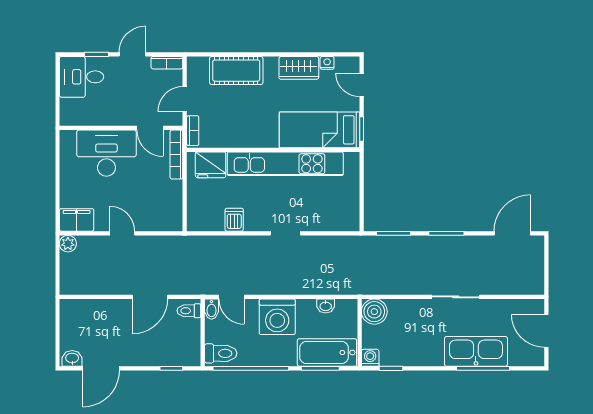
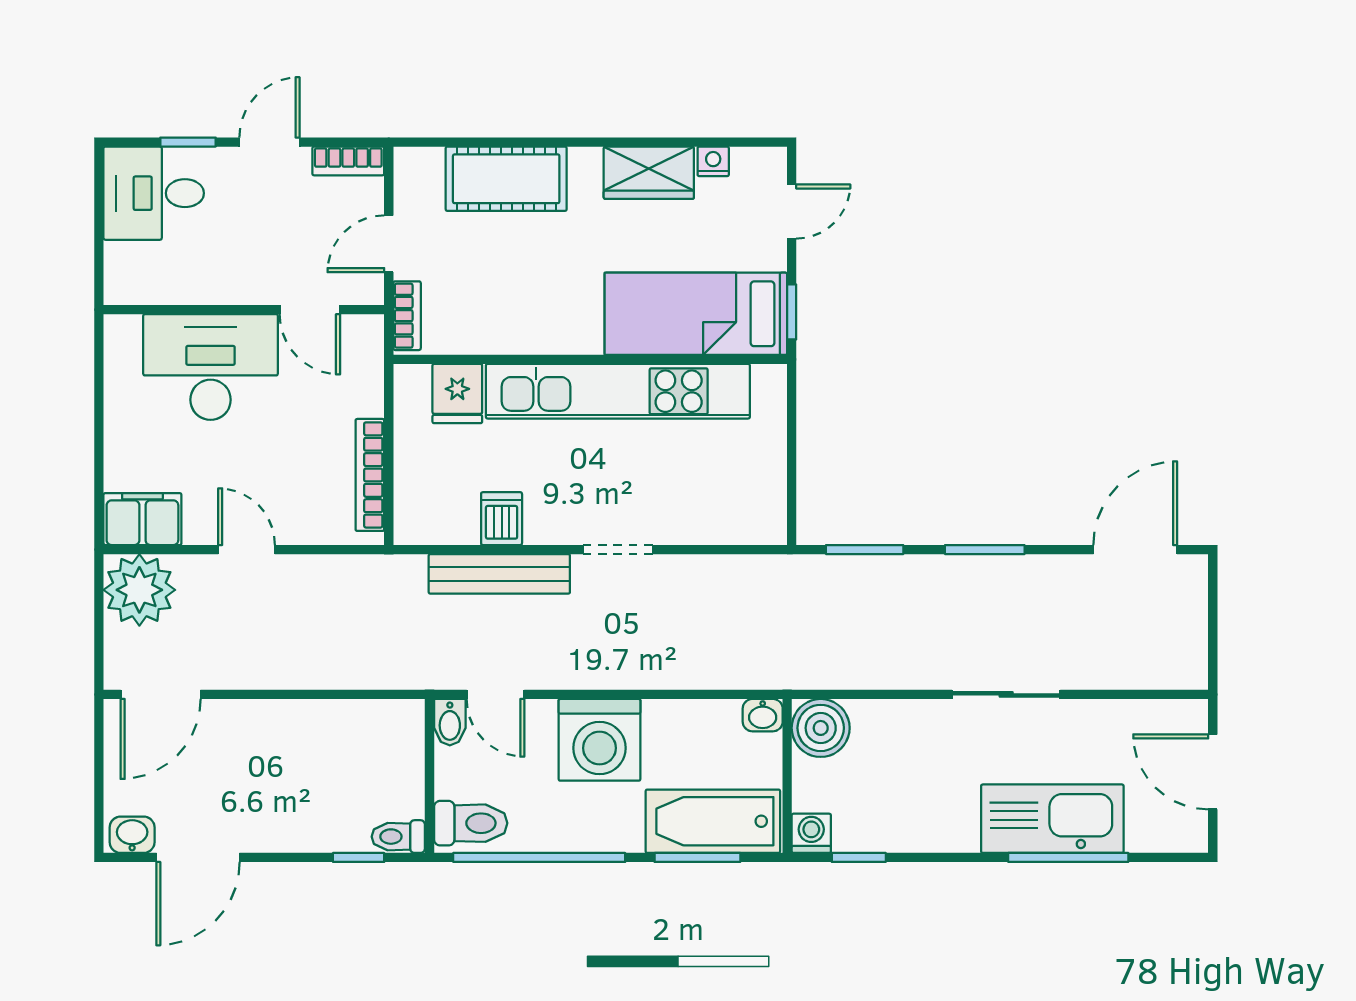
door: (362, 85) -> (792, 211), swing flipped
bookcase: (176, 155) -> (370, 475), moved
fridge: (211, 165) -> (457, 394), width x0.72
plant: (68, 244) -> (139, 590), width x1.87, depth x1.87
bench: (233, 244) -> (499, 574), added
door: (150, 297) -> (161, 694), moved
washbasin: (326, 306) -> (763, 715), moved
toilet: (189, 311) -> (398, 837), moved

